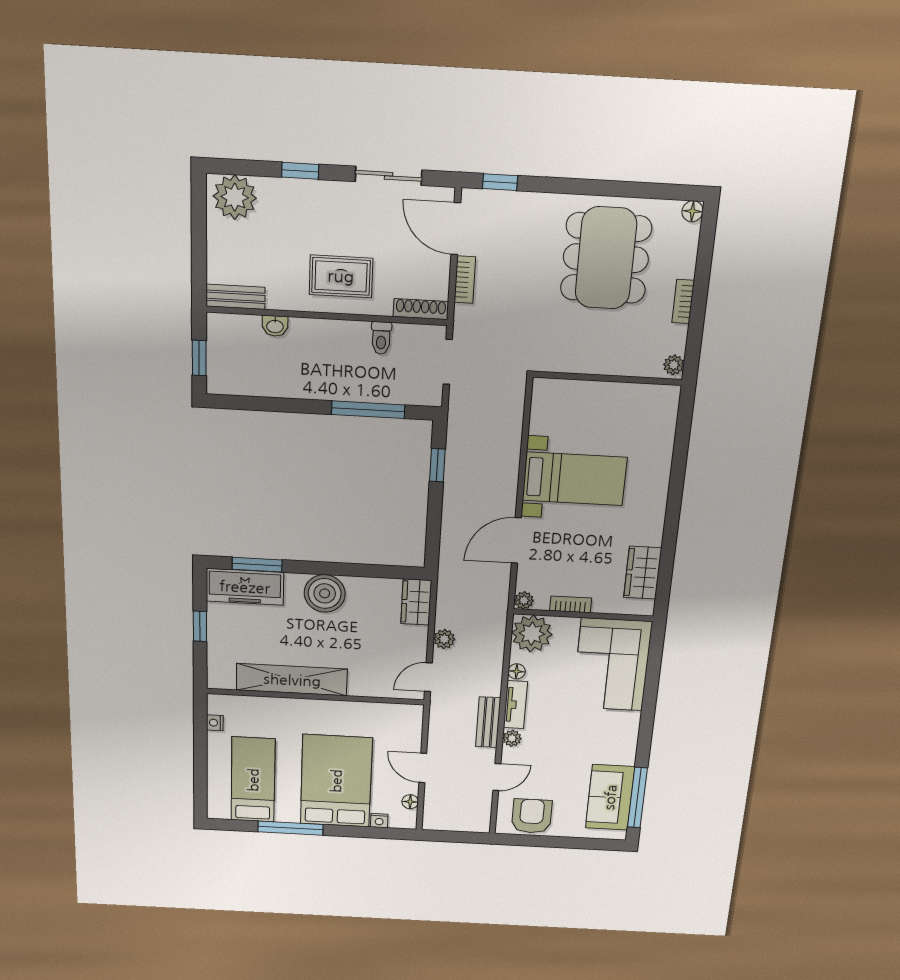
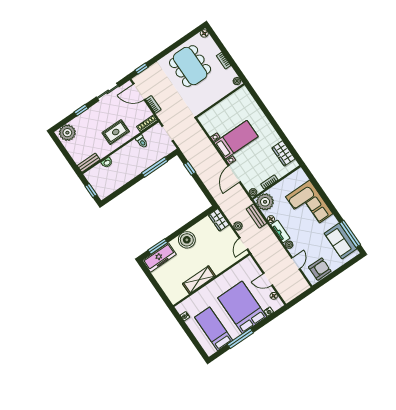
window: (200, 626) -> (155, 283), removed
corner sofa: (612, 665) -> (309, 205), moved
shelving: (292, 680) -> (199, 280), width x0.68
bench: (488, 722) -> (256, 216), moved
armchair: (532, 816) -> (320, 269), turned 90

